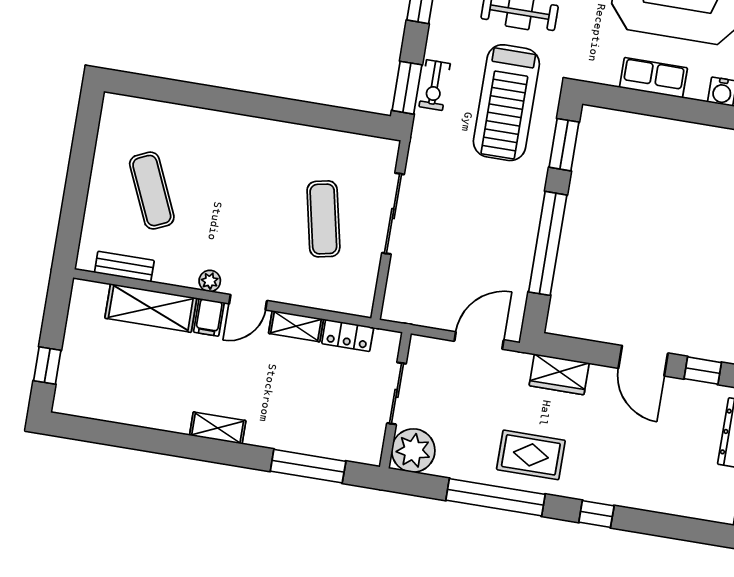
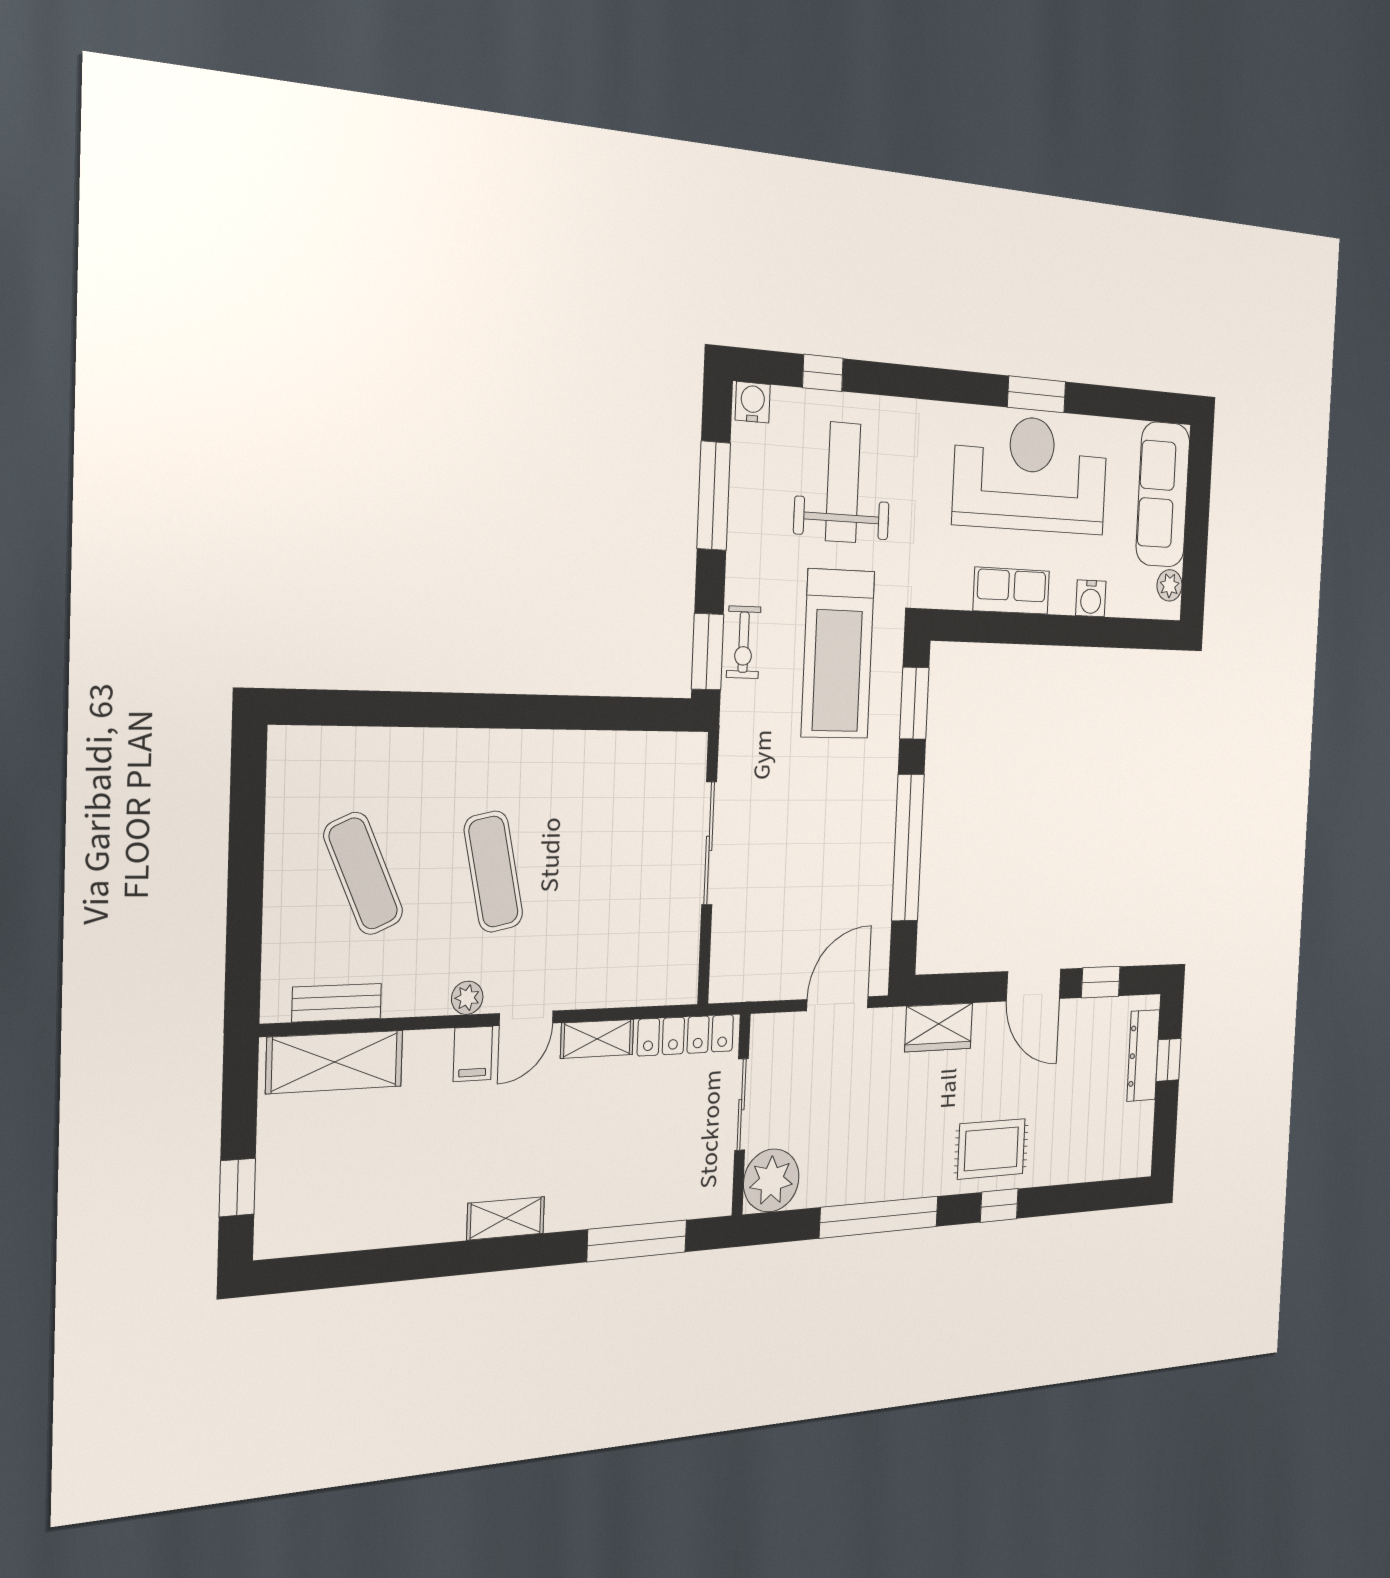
exercise mat: (323, 219) -> (493, 872), moved
shelving: (151, 308) -> (335, 1062), moved
locker: (348, 335) -> (686, 1035), width x1.53
rug: (531, 455) -> (991, 1149), moved

